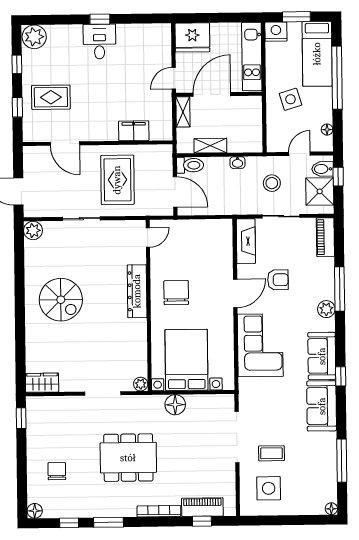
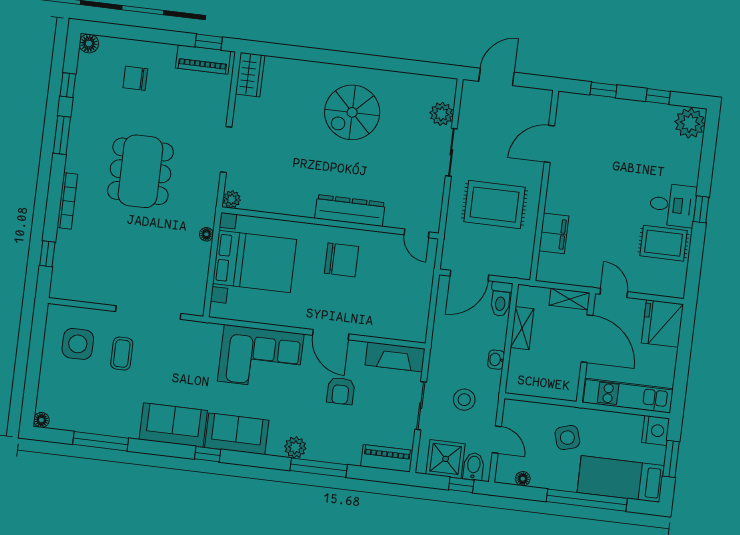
rug: (51, 97) -> (663, 243), moved, turned 90
plant: (33, 231) -> (442, 114), moved
floor lamp: (175, 405) -> (206, 234), width x0.53, depth x0.53
chair: (57, 471) -> (135, 78), turned 180
piano: (202, 507) -> (203, 60), moved, turned 90

